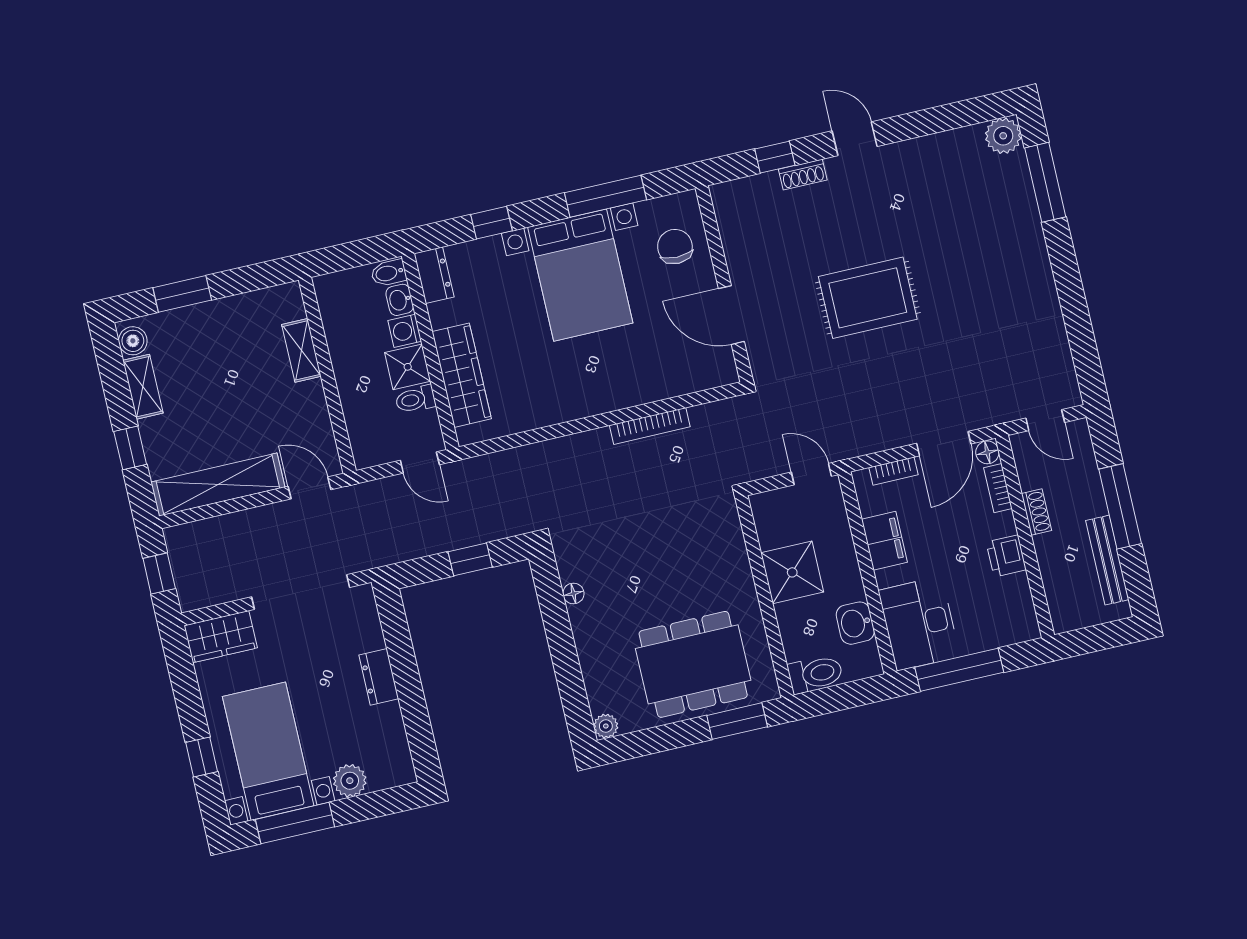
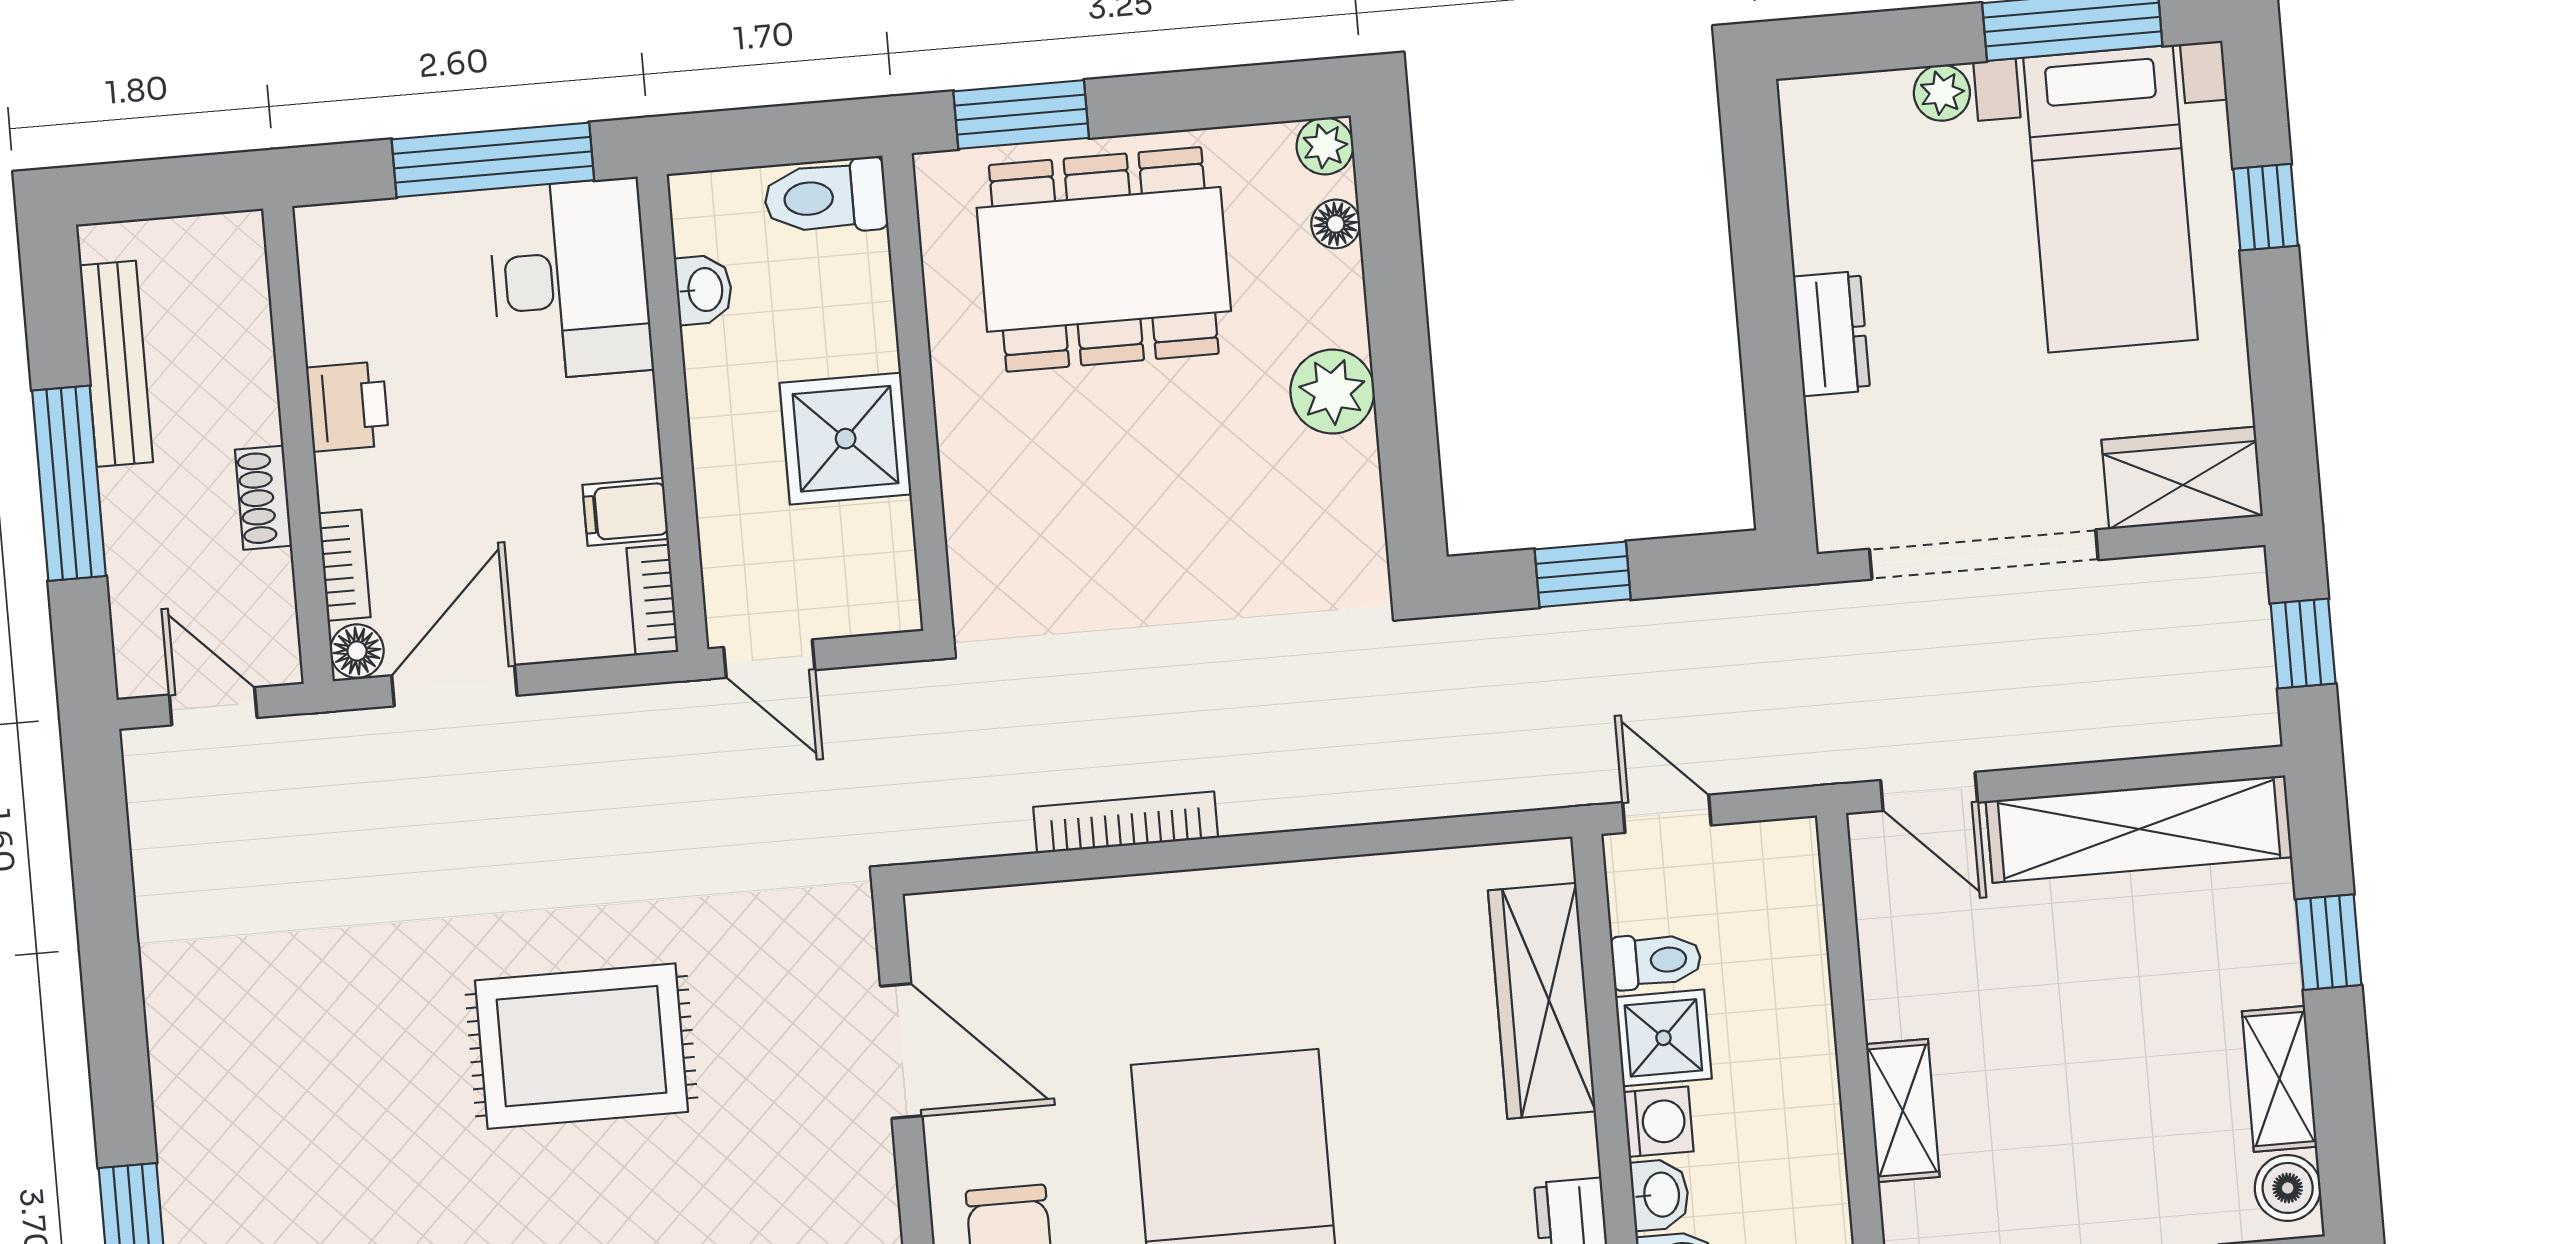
bookcase: (893, 471) -> (652, 600), moved, turned -90
filing cabinet: (884, 541) -> (626, 512), width x0.50
floor lamp: (573, 593) -> (1336, 224), moved
plant: (588, 622) -> (1332, 392), added
washbasin: (855, 623) -> (704, 290), width x0.72, depth x0.69
plant: (350, 781) -> (1942, 93), width x0.73, depth x0.73

